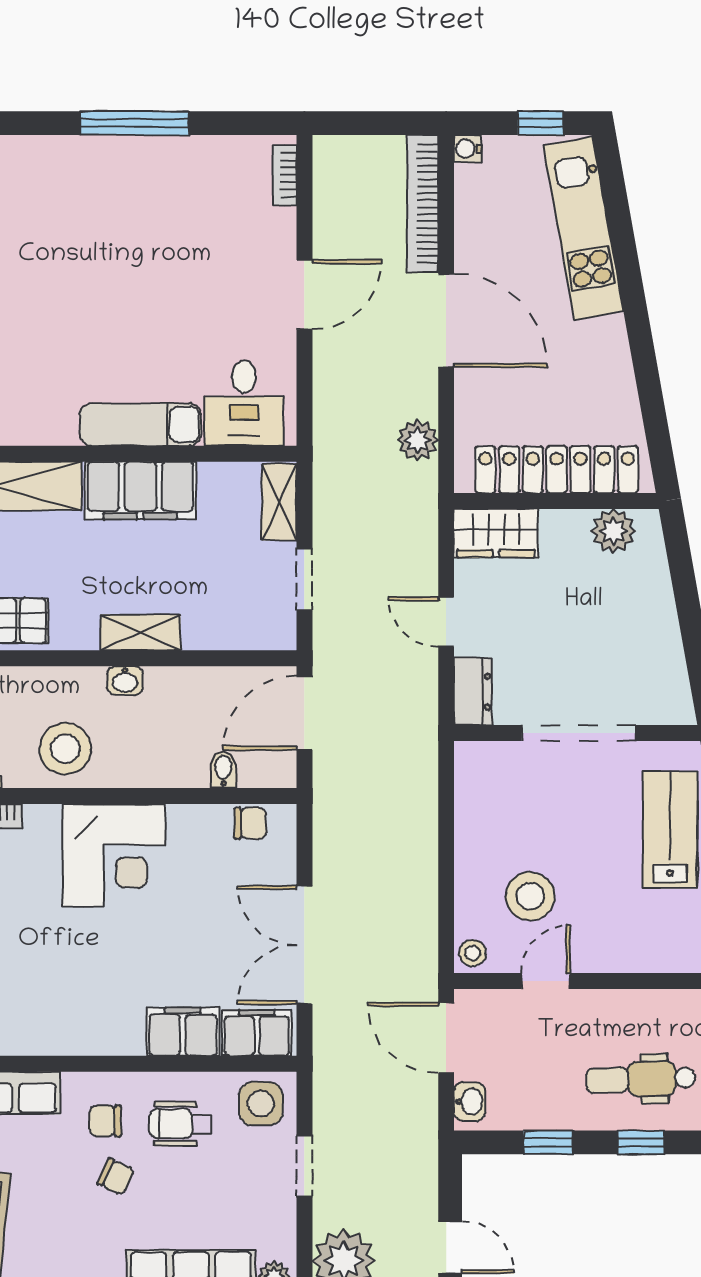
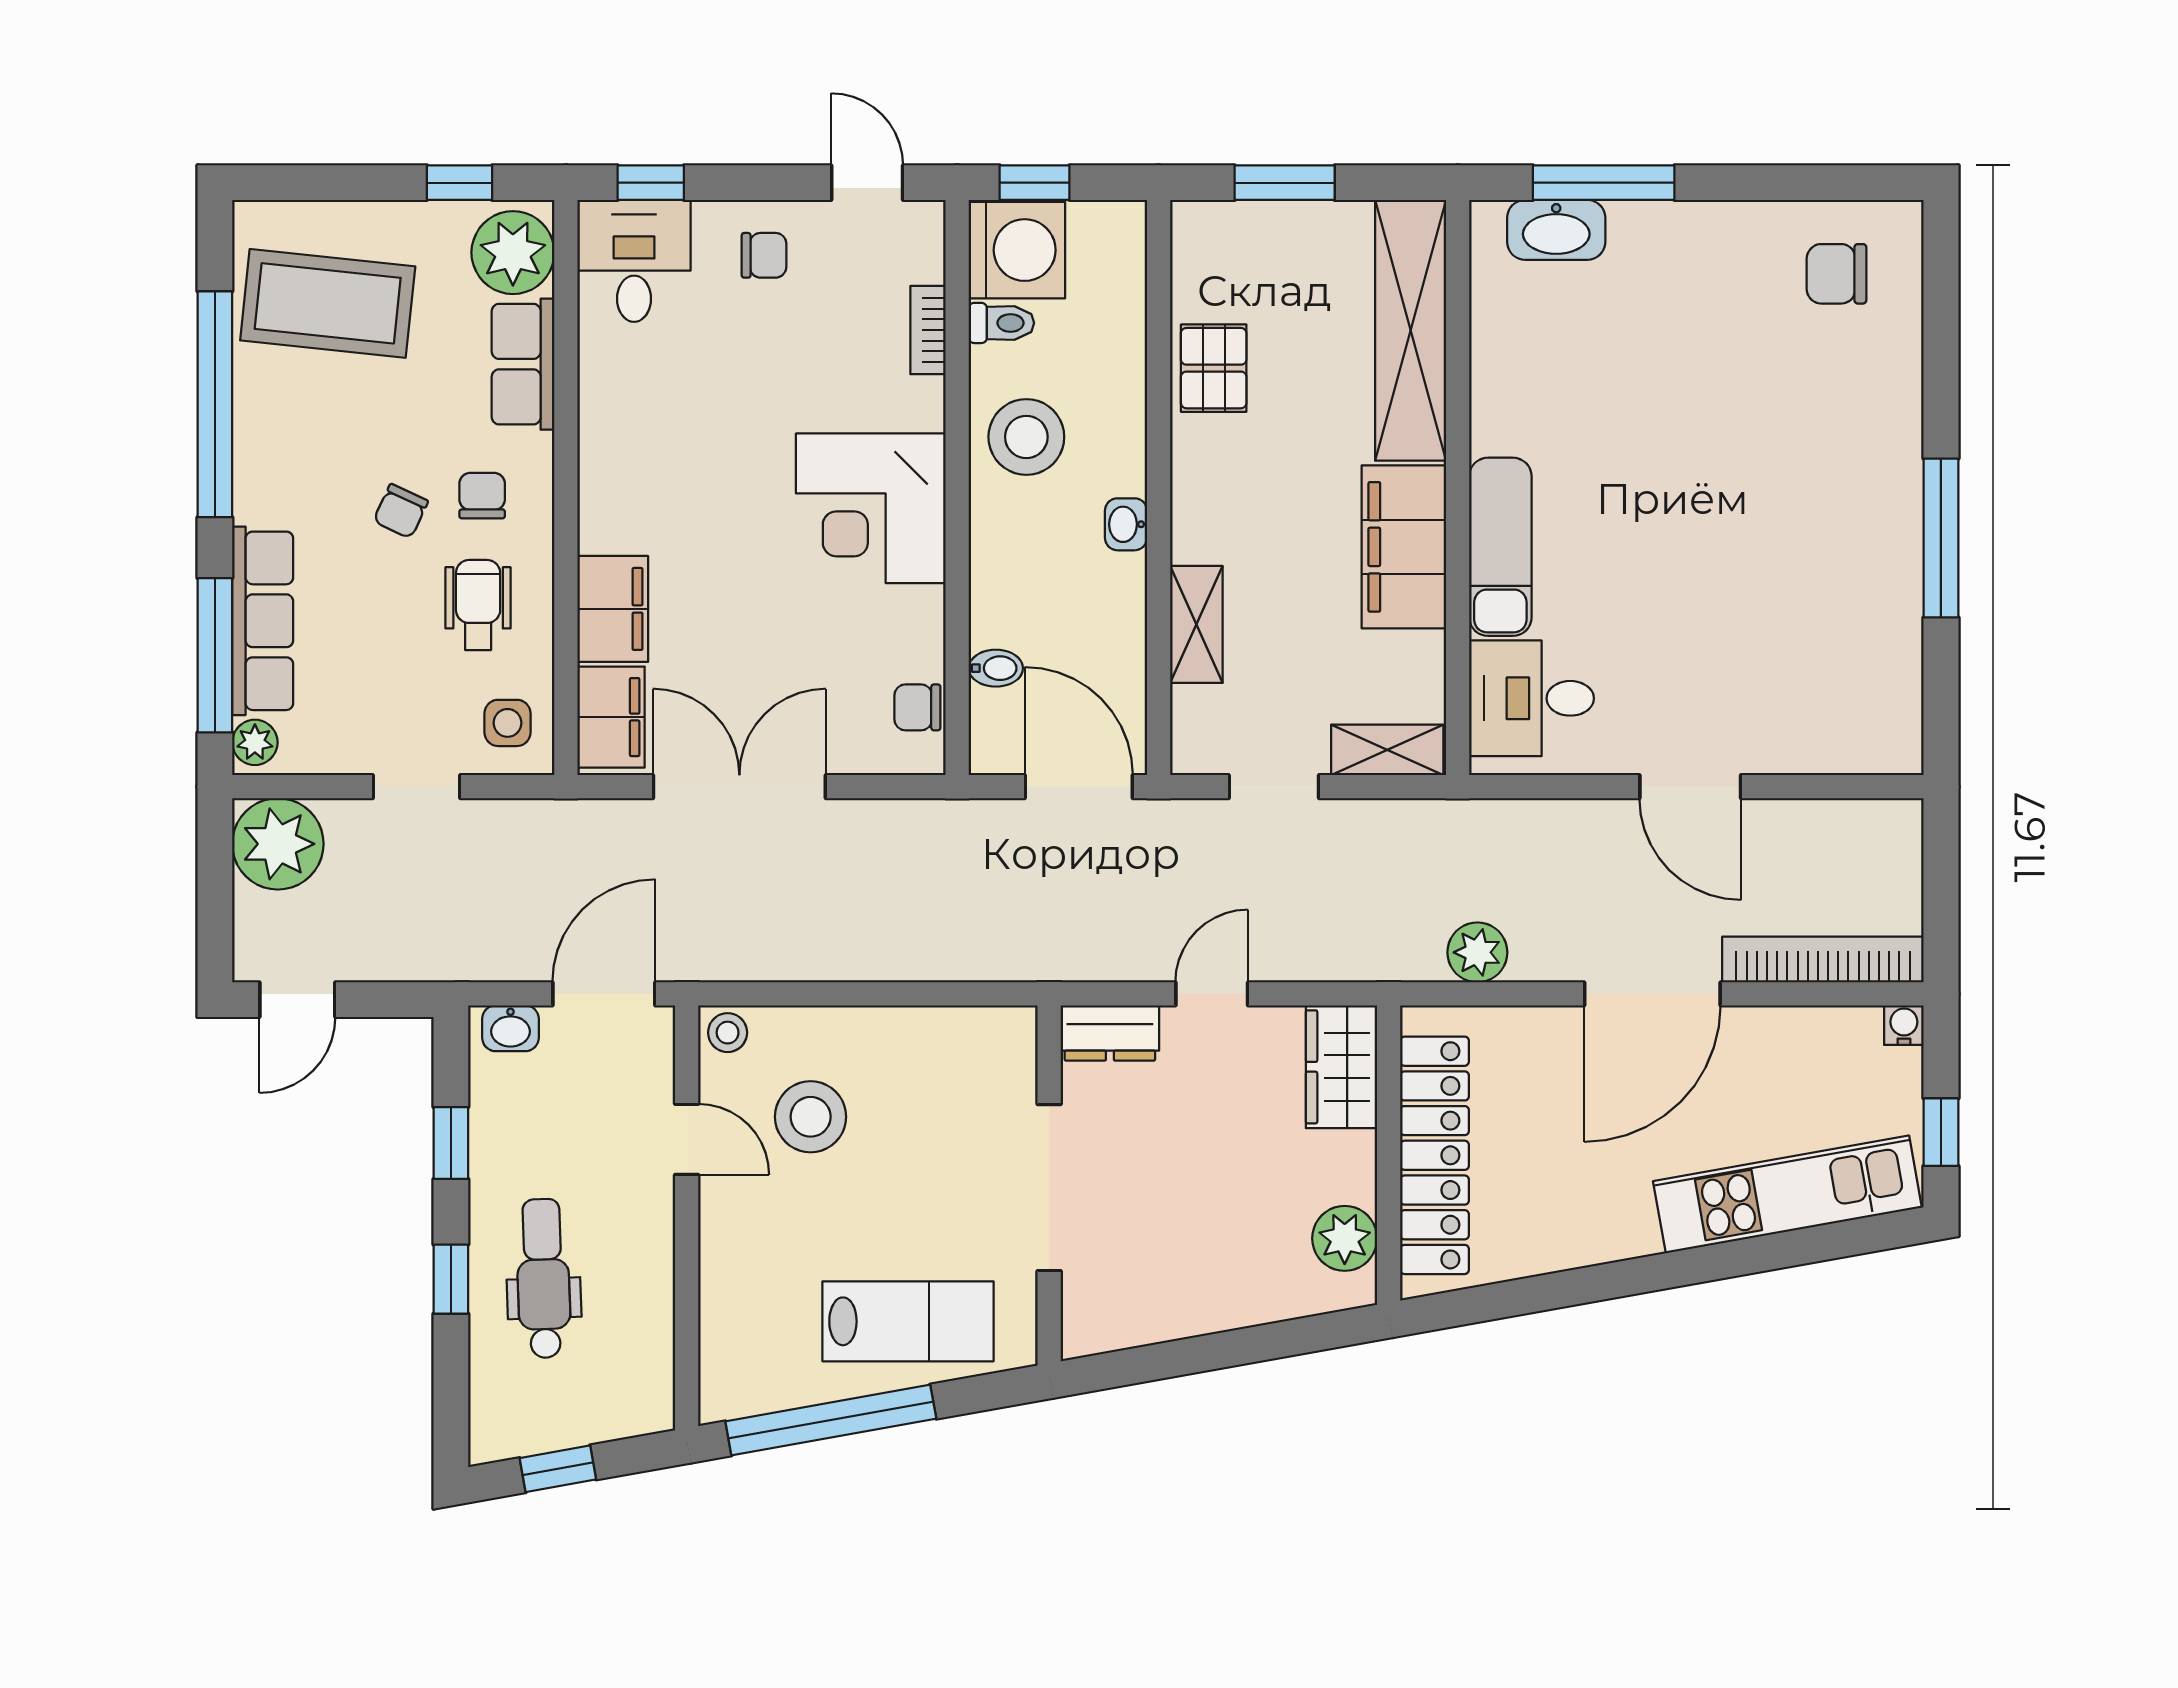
bookcase: (285, 175) -> (1865, 758), removed
shelving: (140, 632) -> (1196, 624), moved
chair: (250, 823) -> (917, 707), turned 90
side table: (261, 1104) -> (507, 723), width x0.73, depth x0.73

